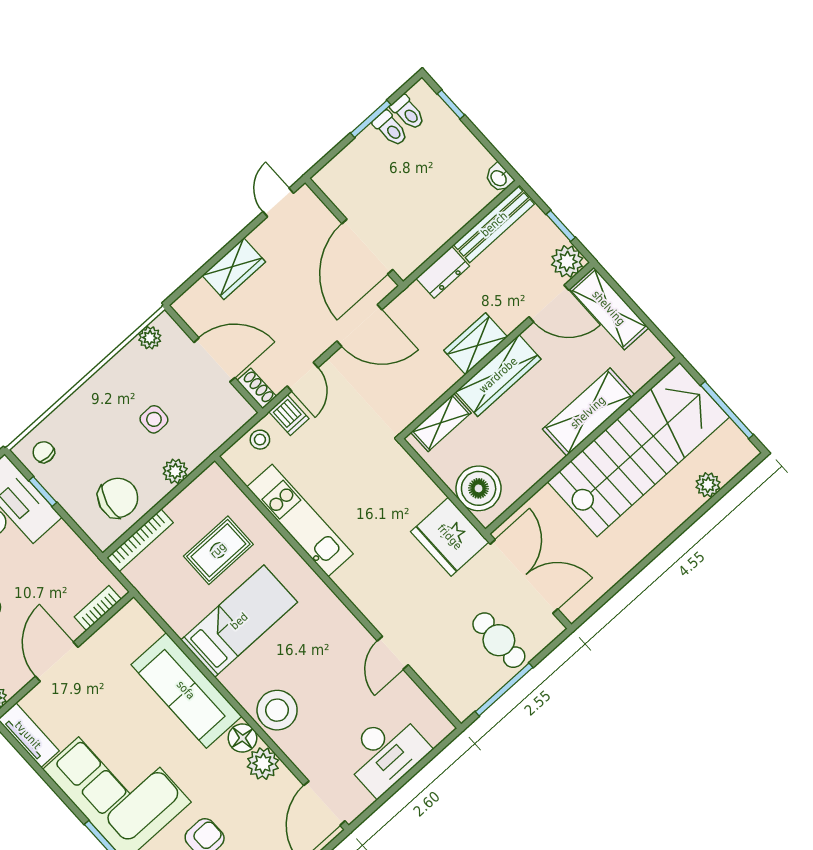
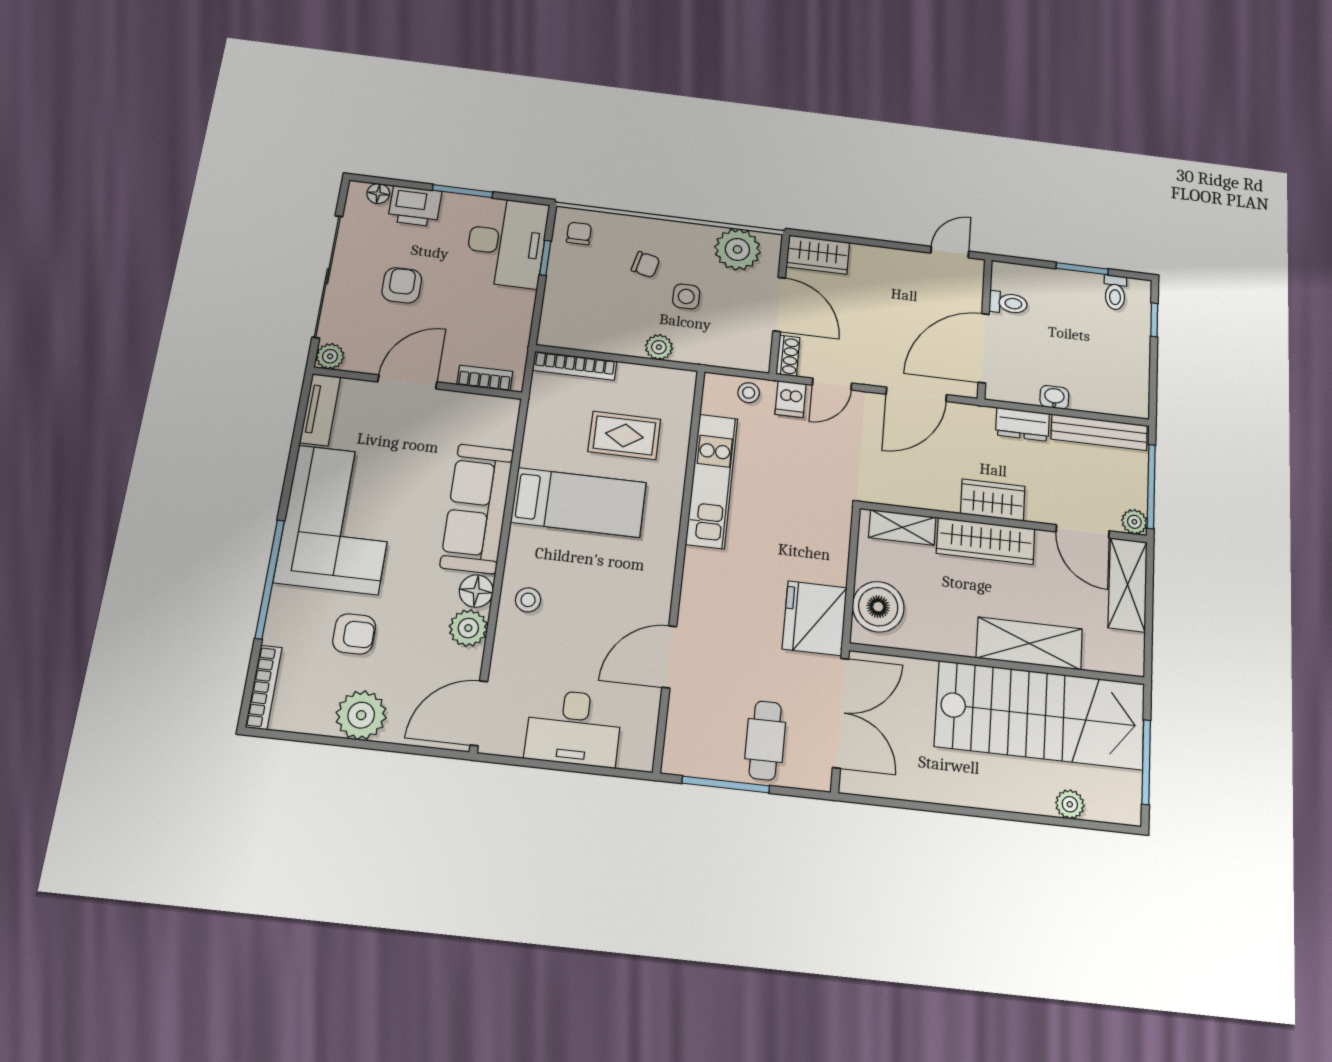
toilet: (390, 129) -> (1008, 303), moved, turned -90
washbasin: (499, 178) -> (1054, 397), moved, turned 90
window: (561, 226) -> (1151, 486), width x2.17
plant: (567, 261) -> (1134, 522), width x0.73, depth x0.73
wardrobe: (234, 269) -> (818, 255), moved
door: (359, 325) -> (916, 394), hinge flipped
plant: (150, 338) -> (737, 249), width x1.88, depth x1.88
chair: (118, 498) -> (646, 265), moved, width x0.54, depth x0.54
door: (393, 653) -> (669, 657), width x1.38
stool: (277, 710) -> (528, 600), width x0.53, depth x0.53

